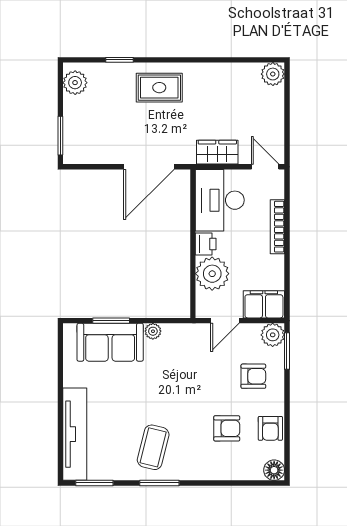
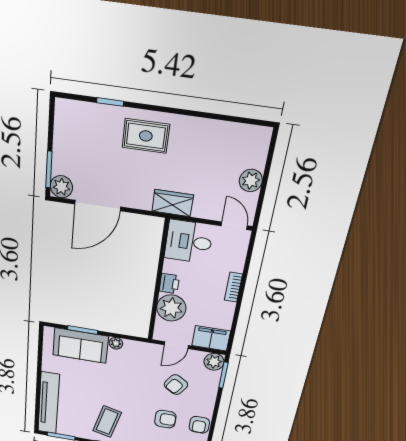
plant: (273, 74) -> (251, 181), moved
plant: (75, 83) -> (61, 187), moved
wardrobe: (217, 152) -> (173, 203), moved
door: (149, 167) -> (98, 206), moved
desk: (220, 200) -> (189, 242), width x0.73
bookcase: (277, 227) -> (233, 287), width x0.64
armchair: (253, 376) -> (176, 385), moved, turned 123

